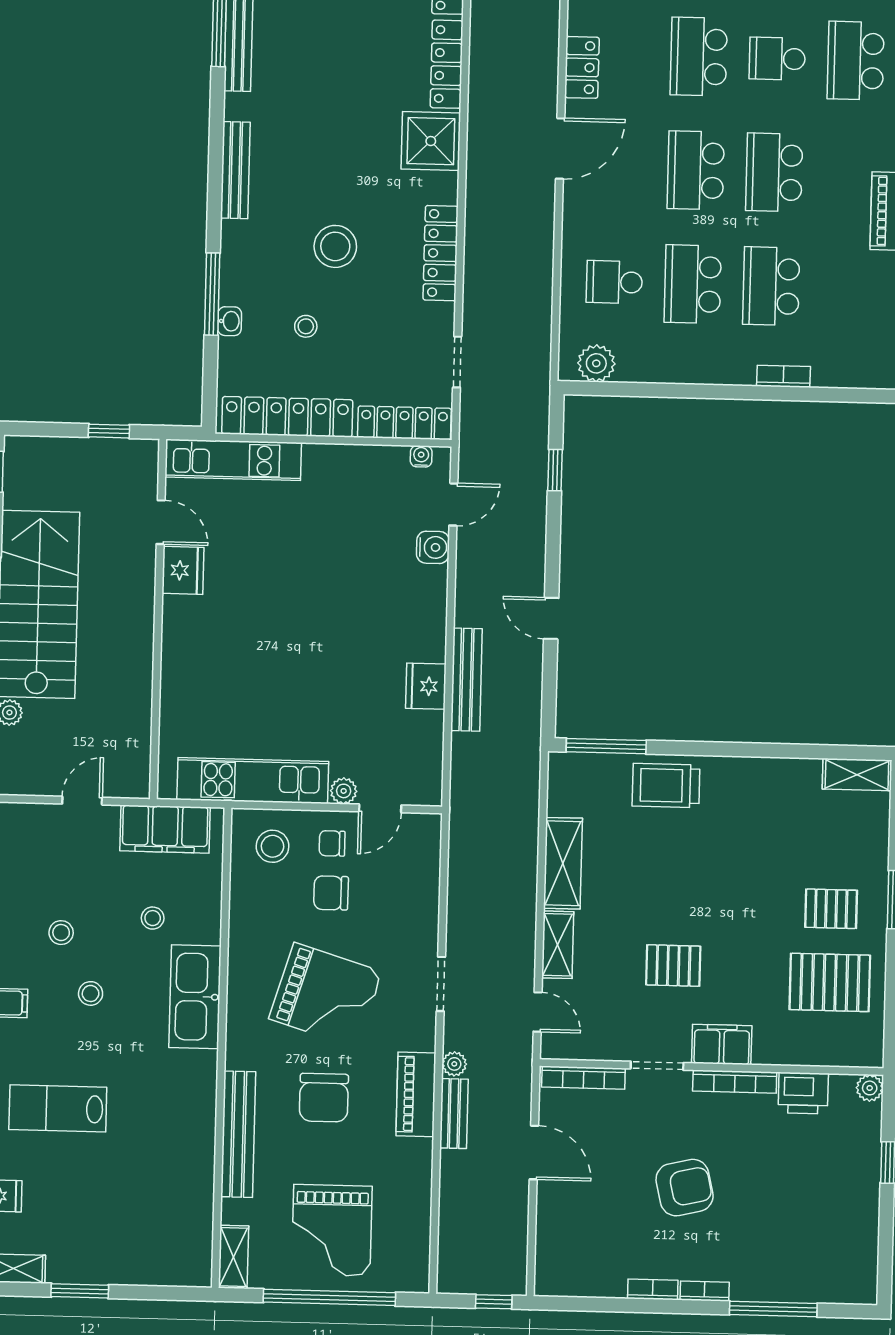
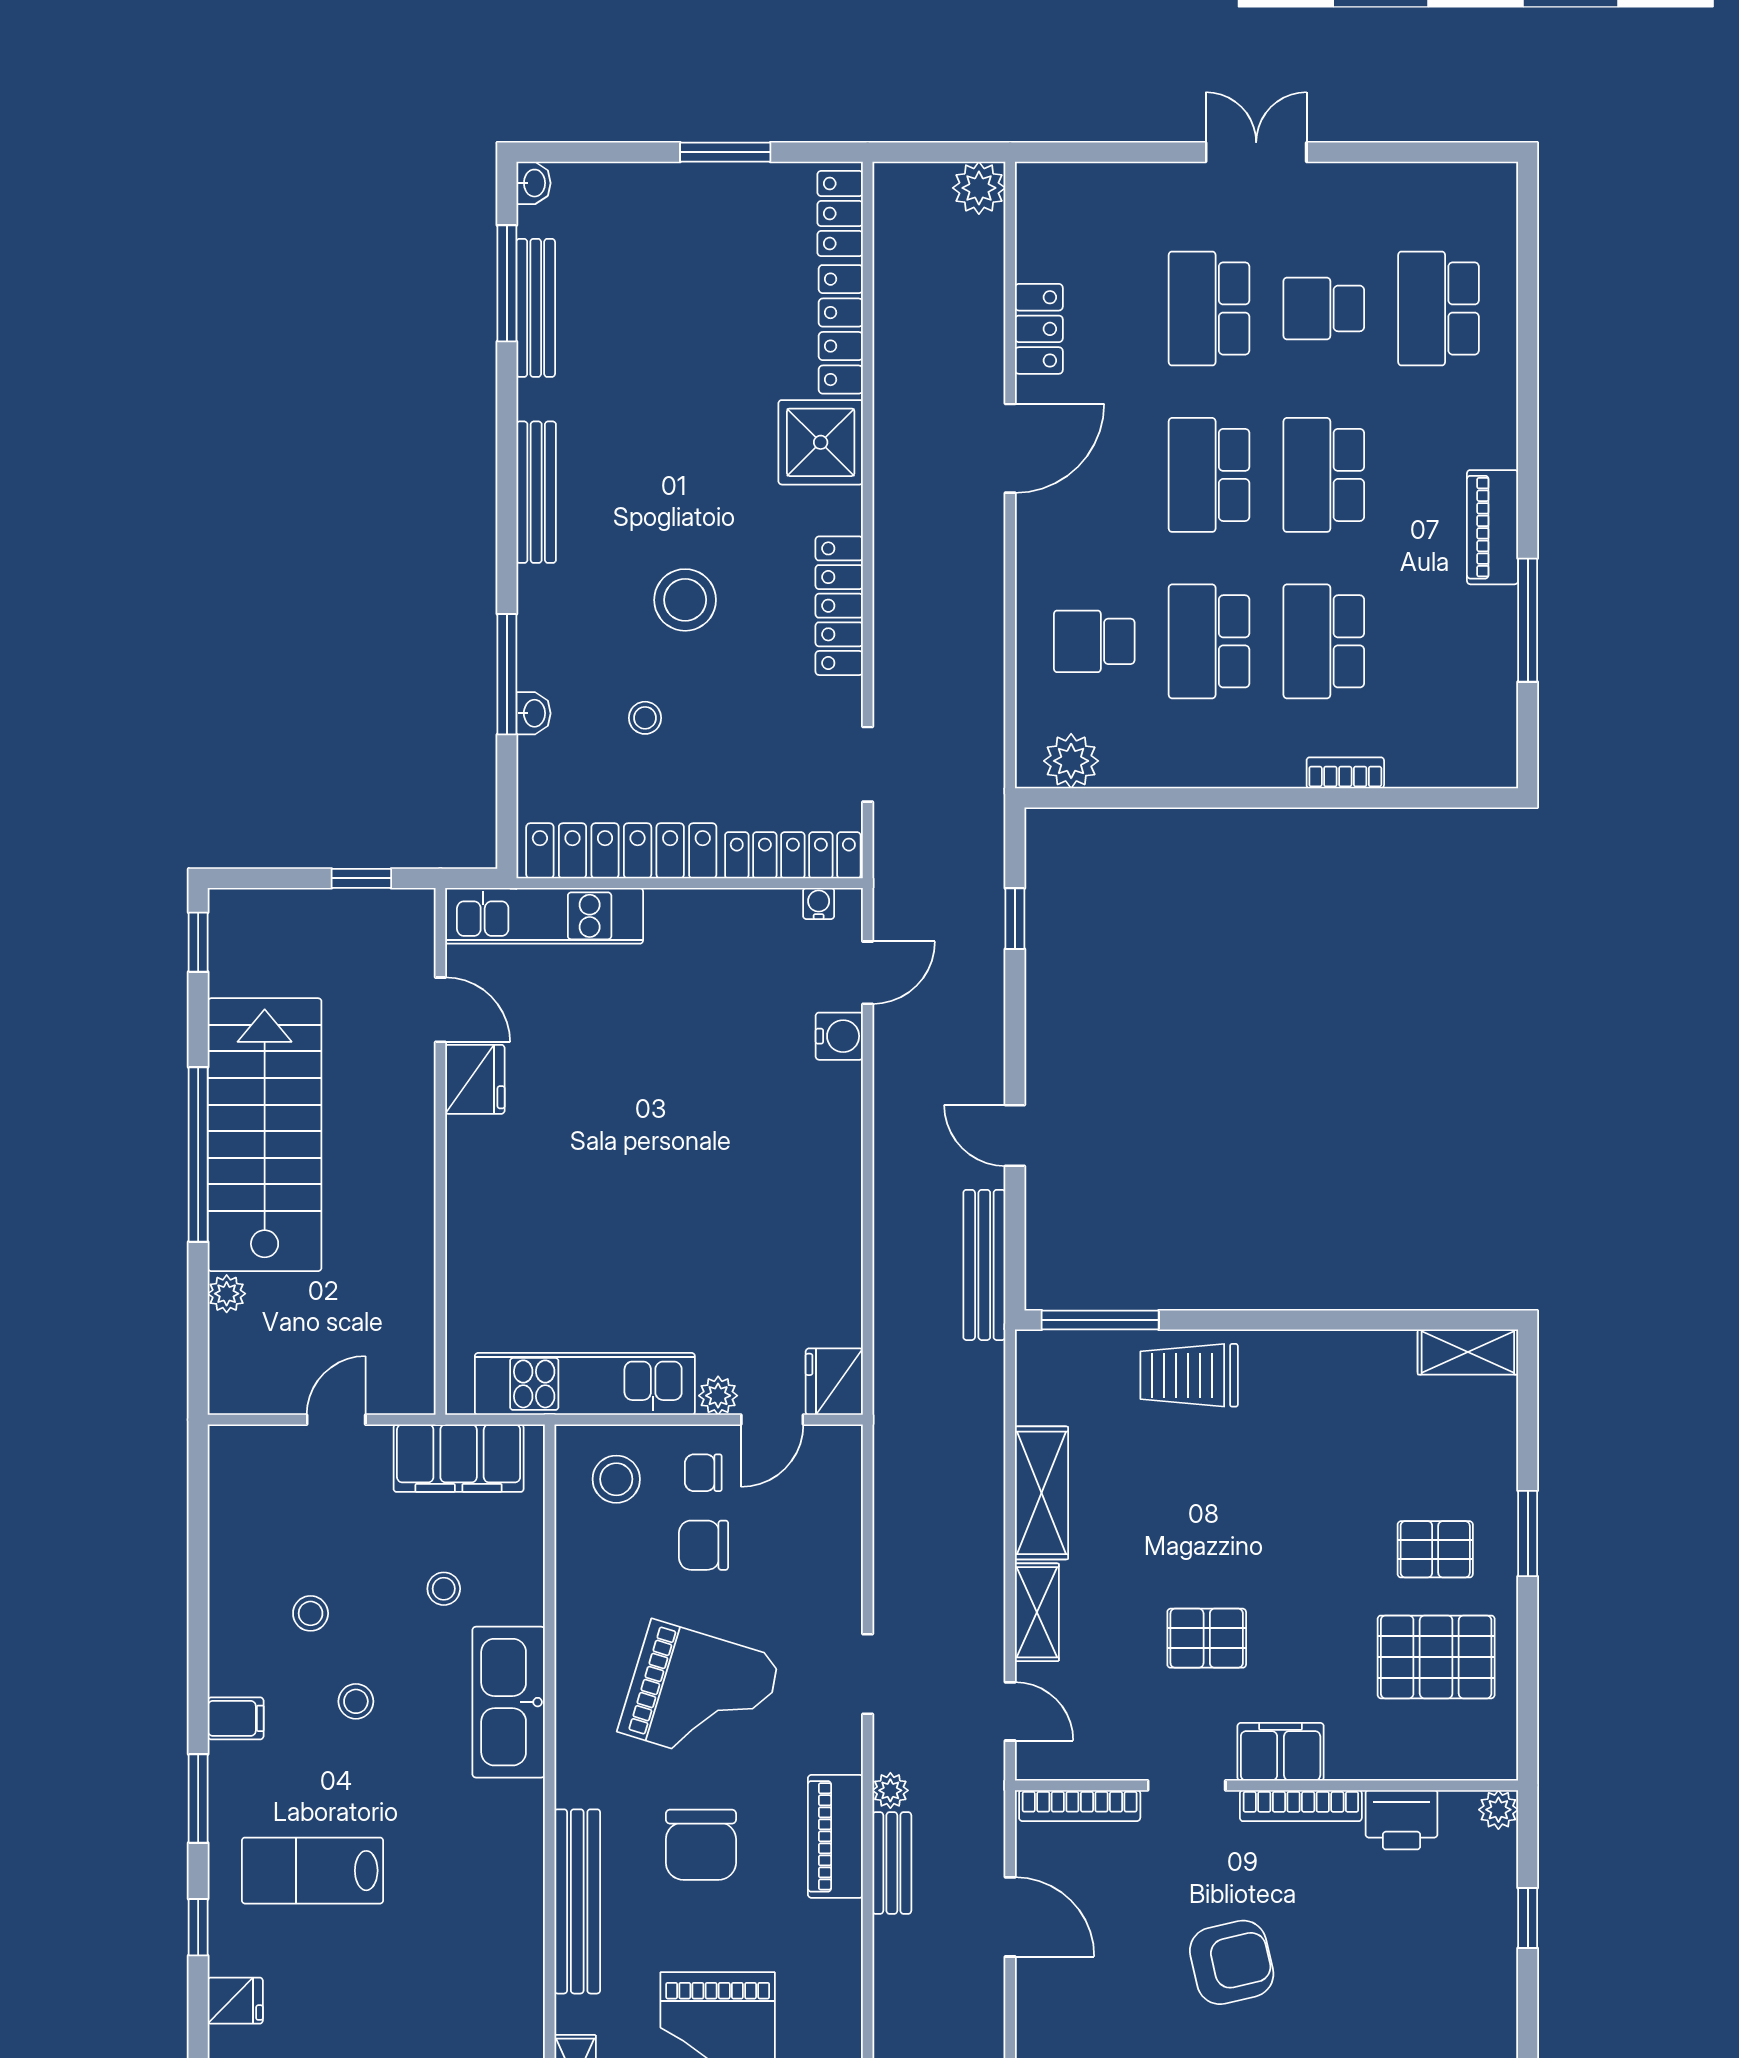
bench: (466, 680) -> (984, 1265), moved
fridge: (426, 686) -> (834, 1382), moved

